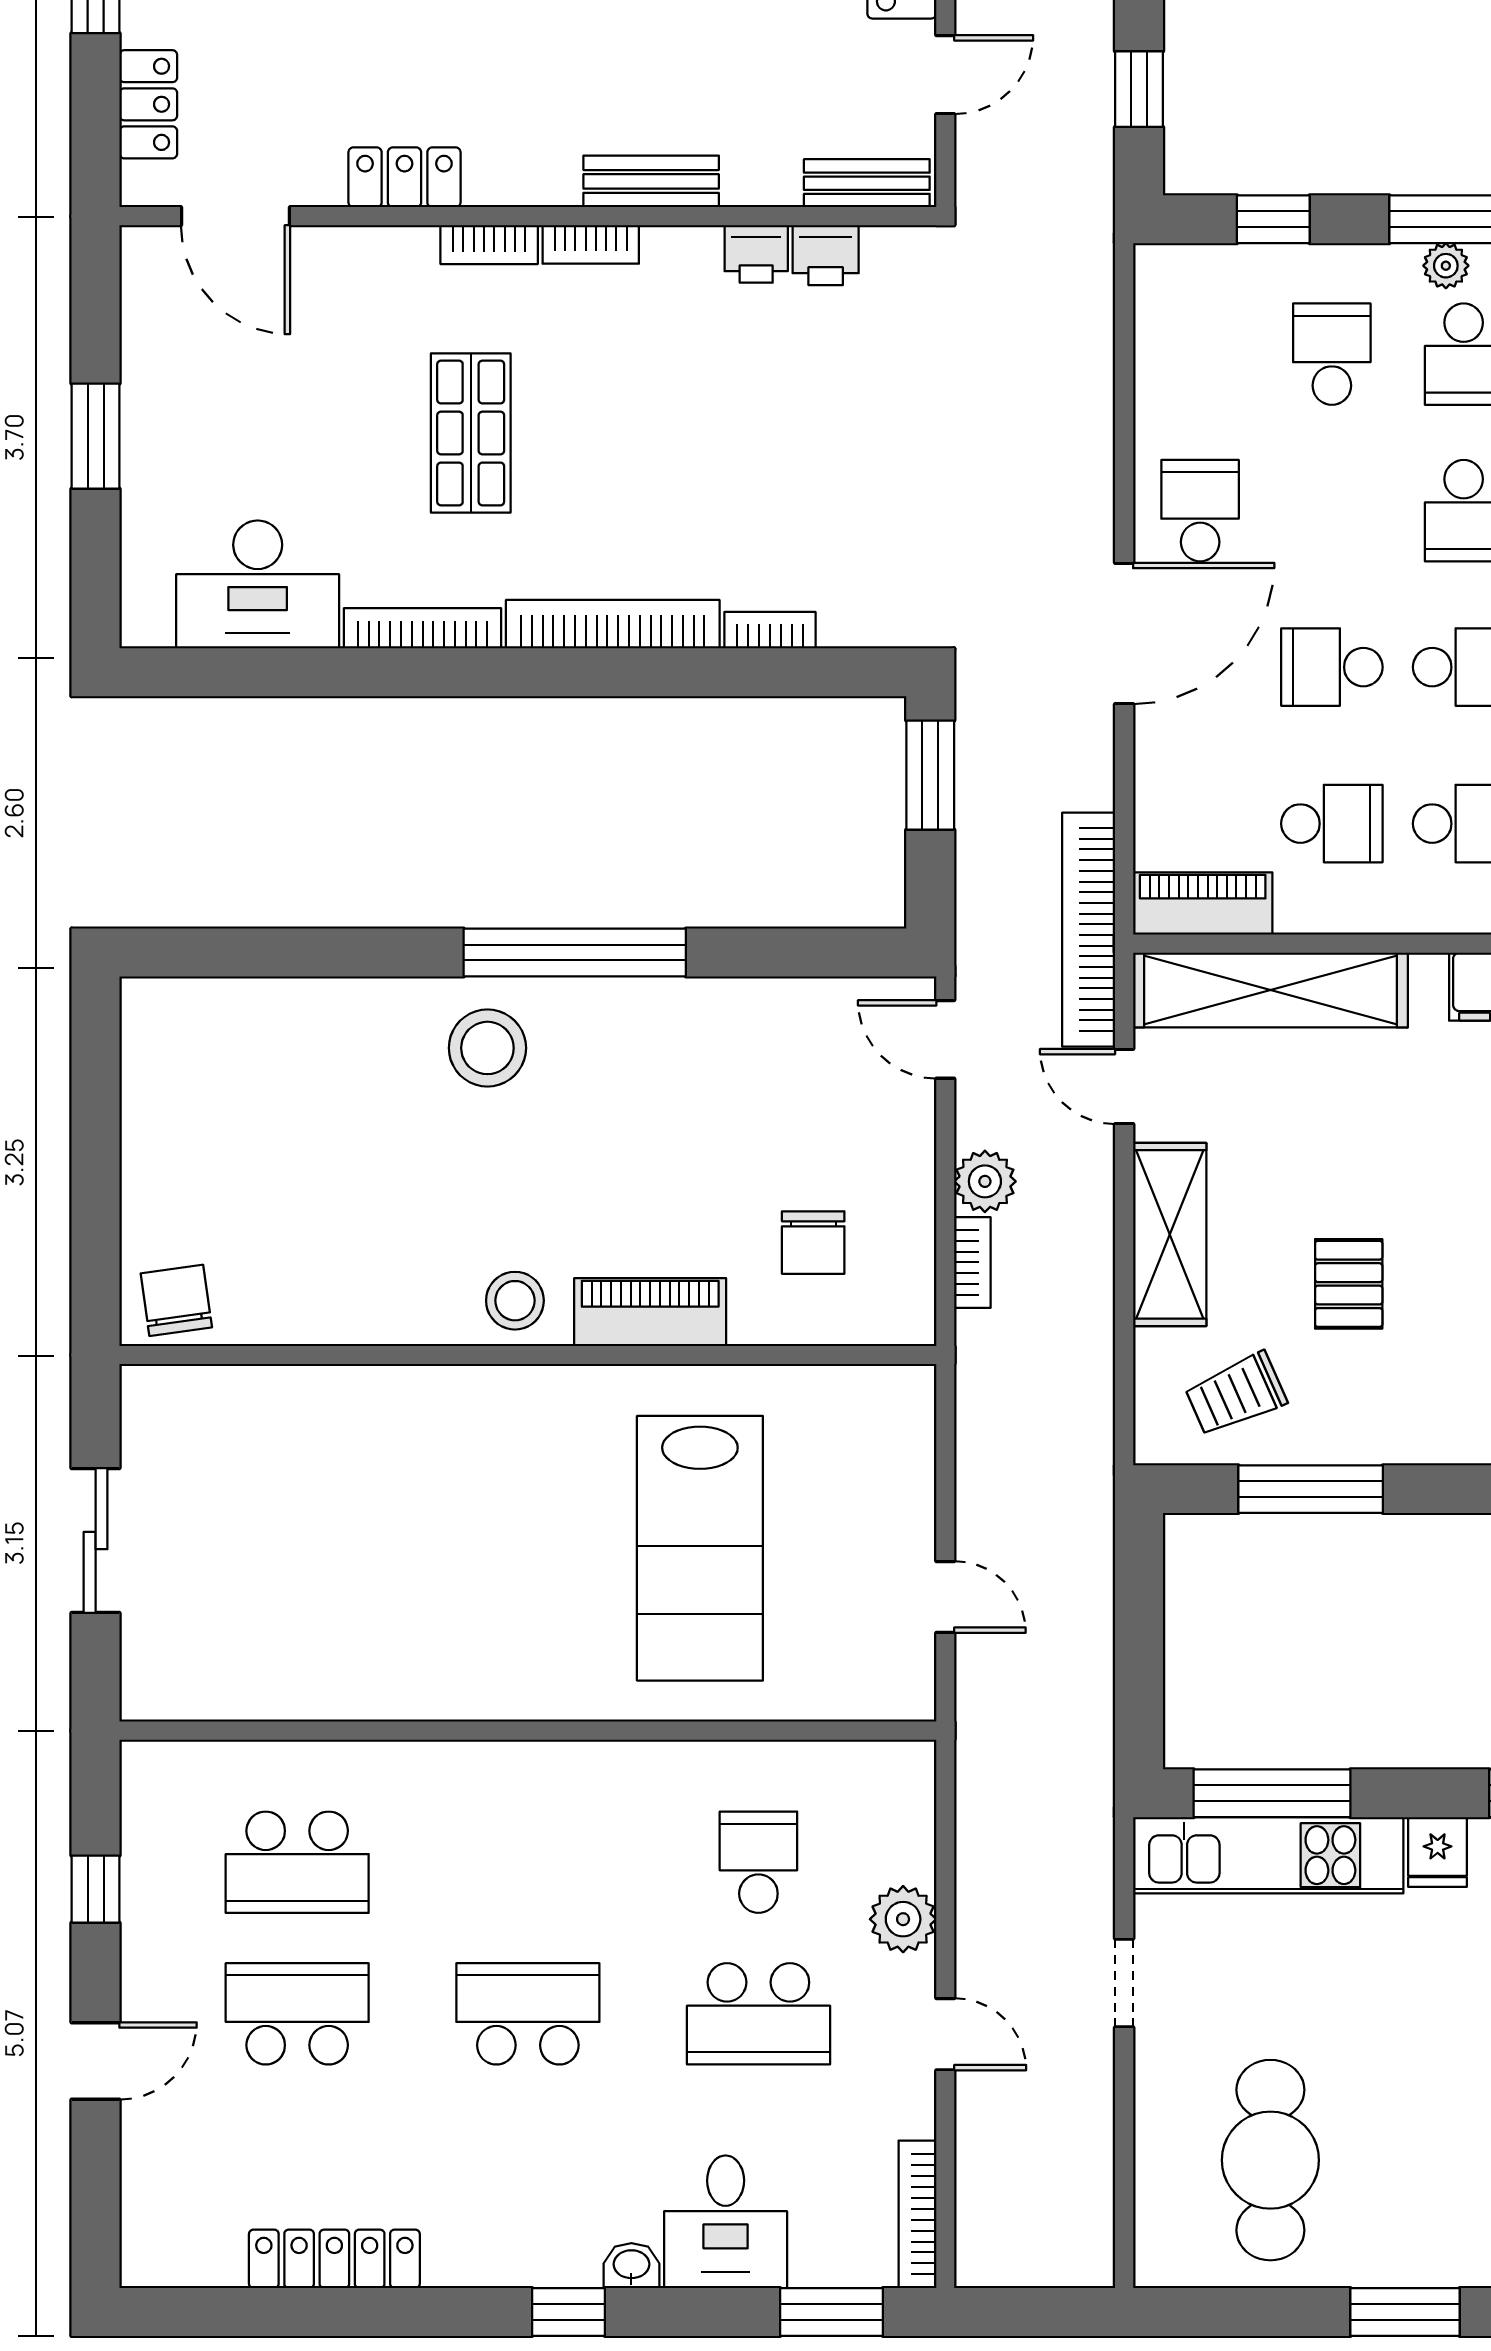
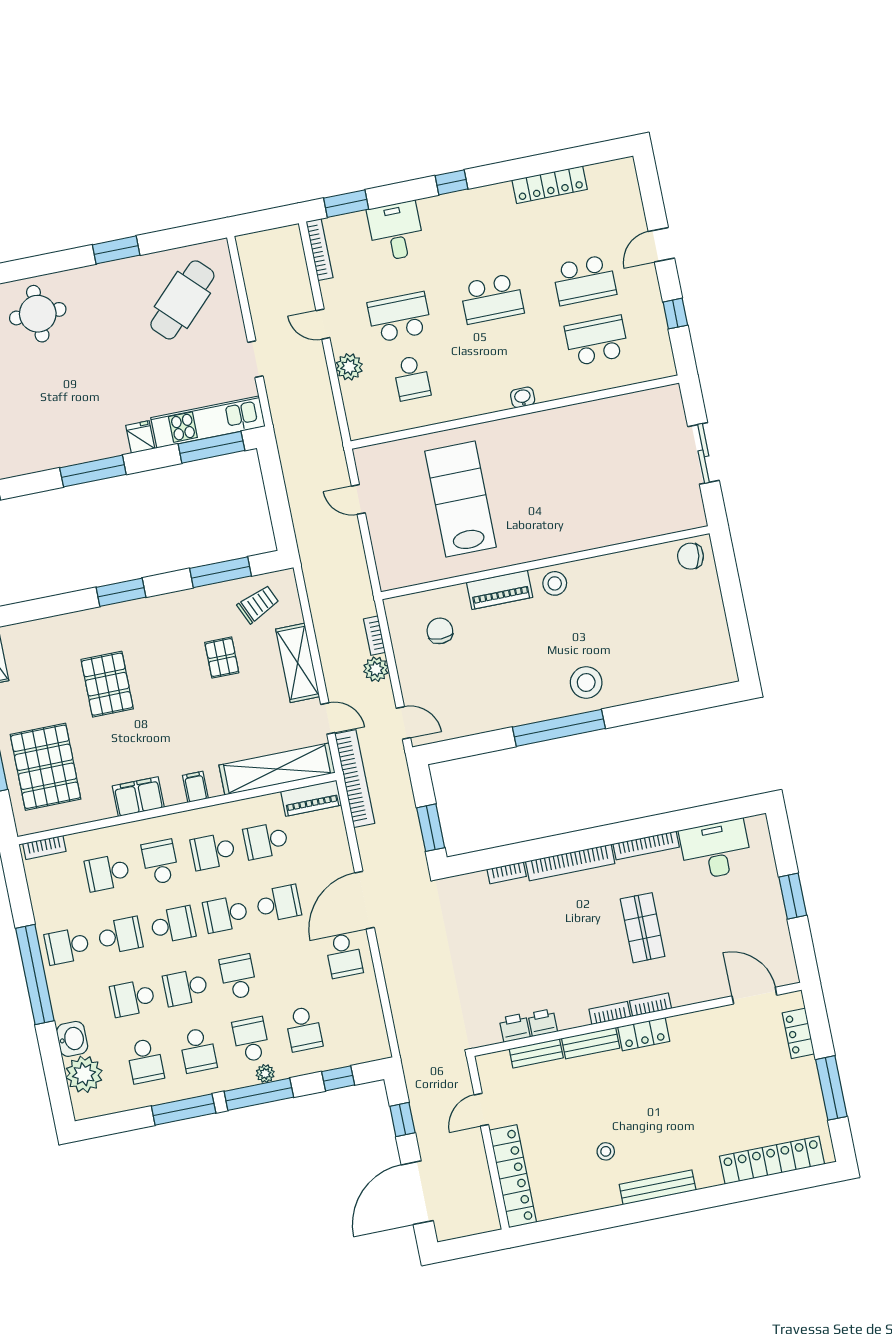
locker: (405, 177) -> (644, 1034), moved
bench: (867, 183) -> (536, 1053), moved
chair: (176, 1300) -> (691, 556), turned 108
cafe table: (1270, 2160) -> (182, 300), turned 45
washbasin: (631, 2266) -> (523, 397), moved, turned 180

